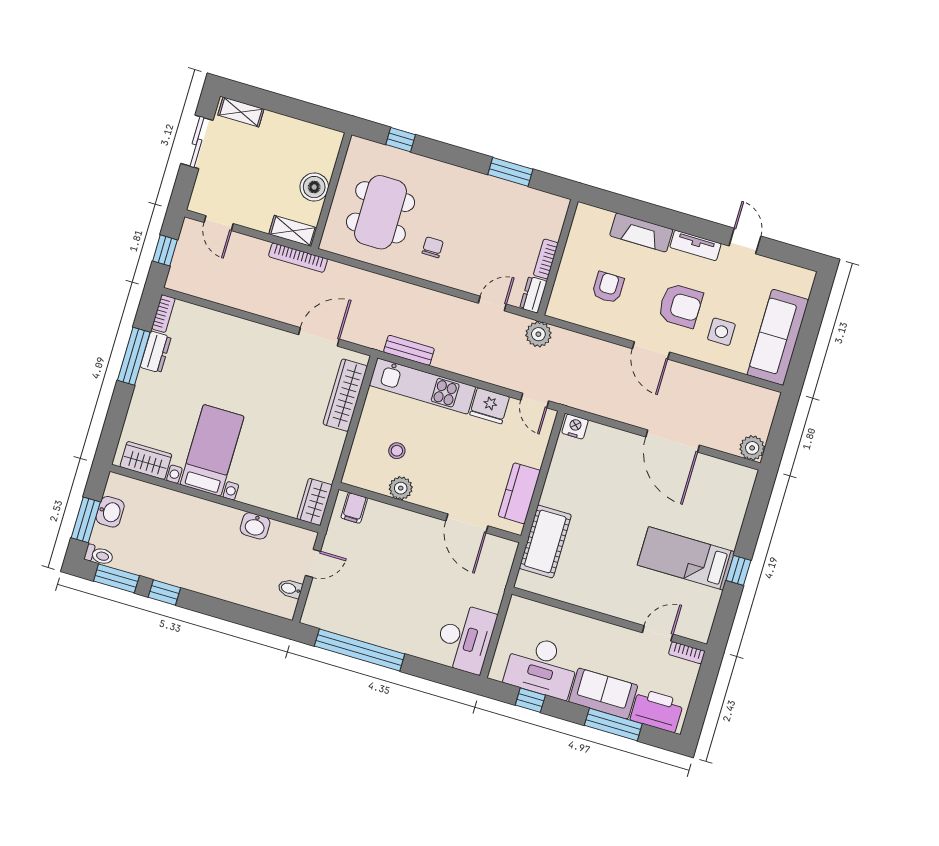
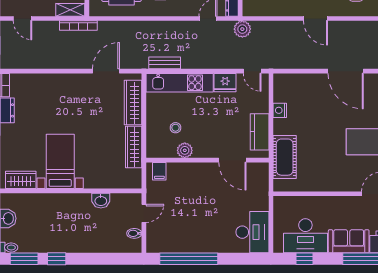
nightstand: (575, 427) -> (280, 110), moved, turned -90
wardrobe: (315, 502) -> (134, 147), moved, width x1.50

